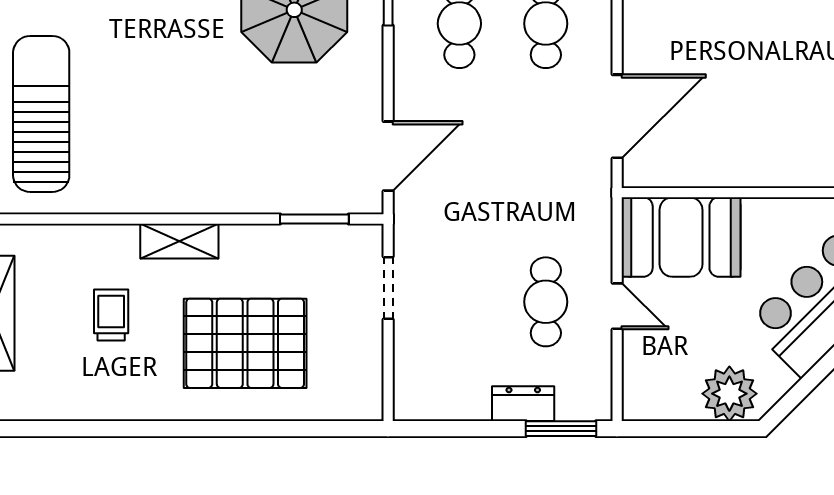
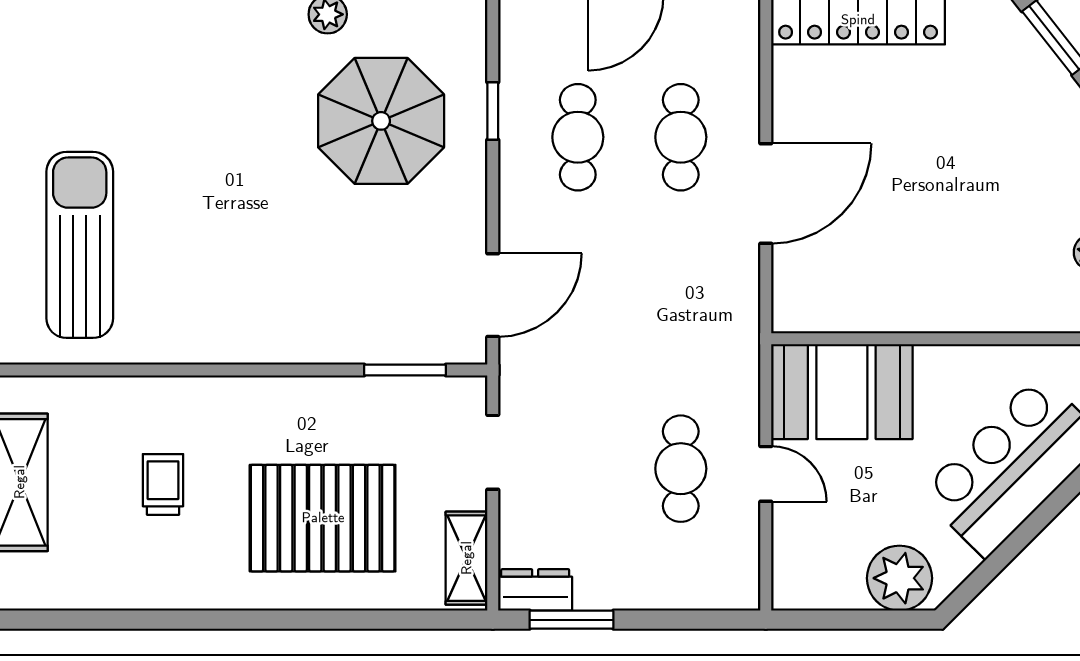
door: (617, 116) -> (766, 193), moved
shelving: (179, 241) -> (467, 558), moved, turned 90
dresser: (523, 404) -> (535, 590), moved
window: (561, 429) -> (571, 620), moved

